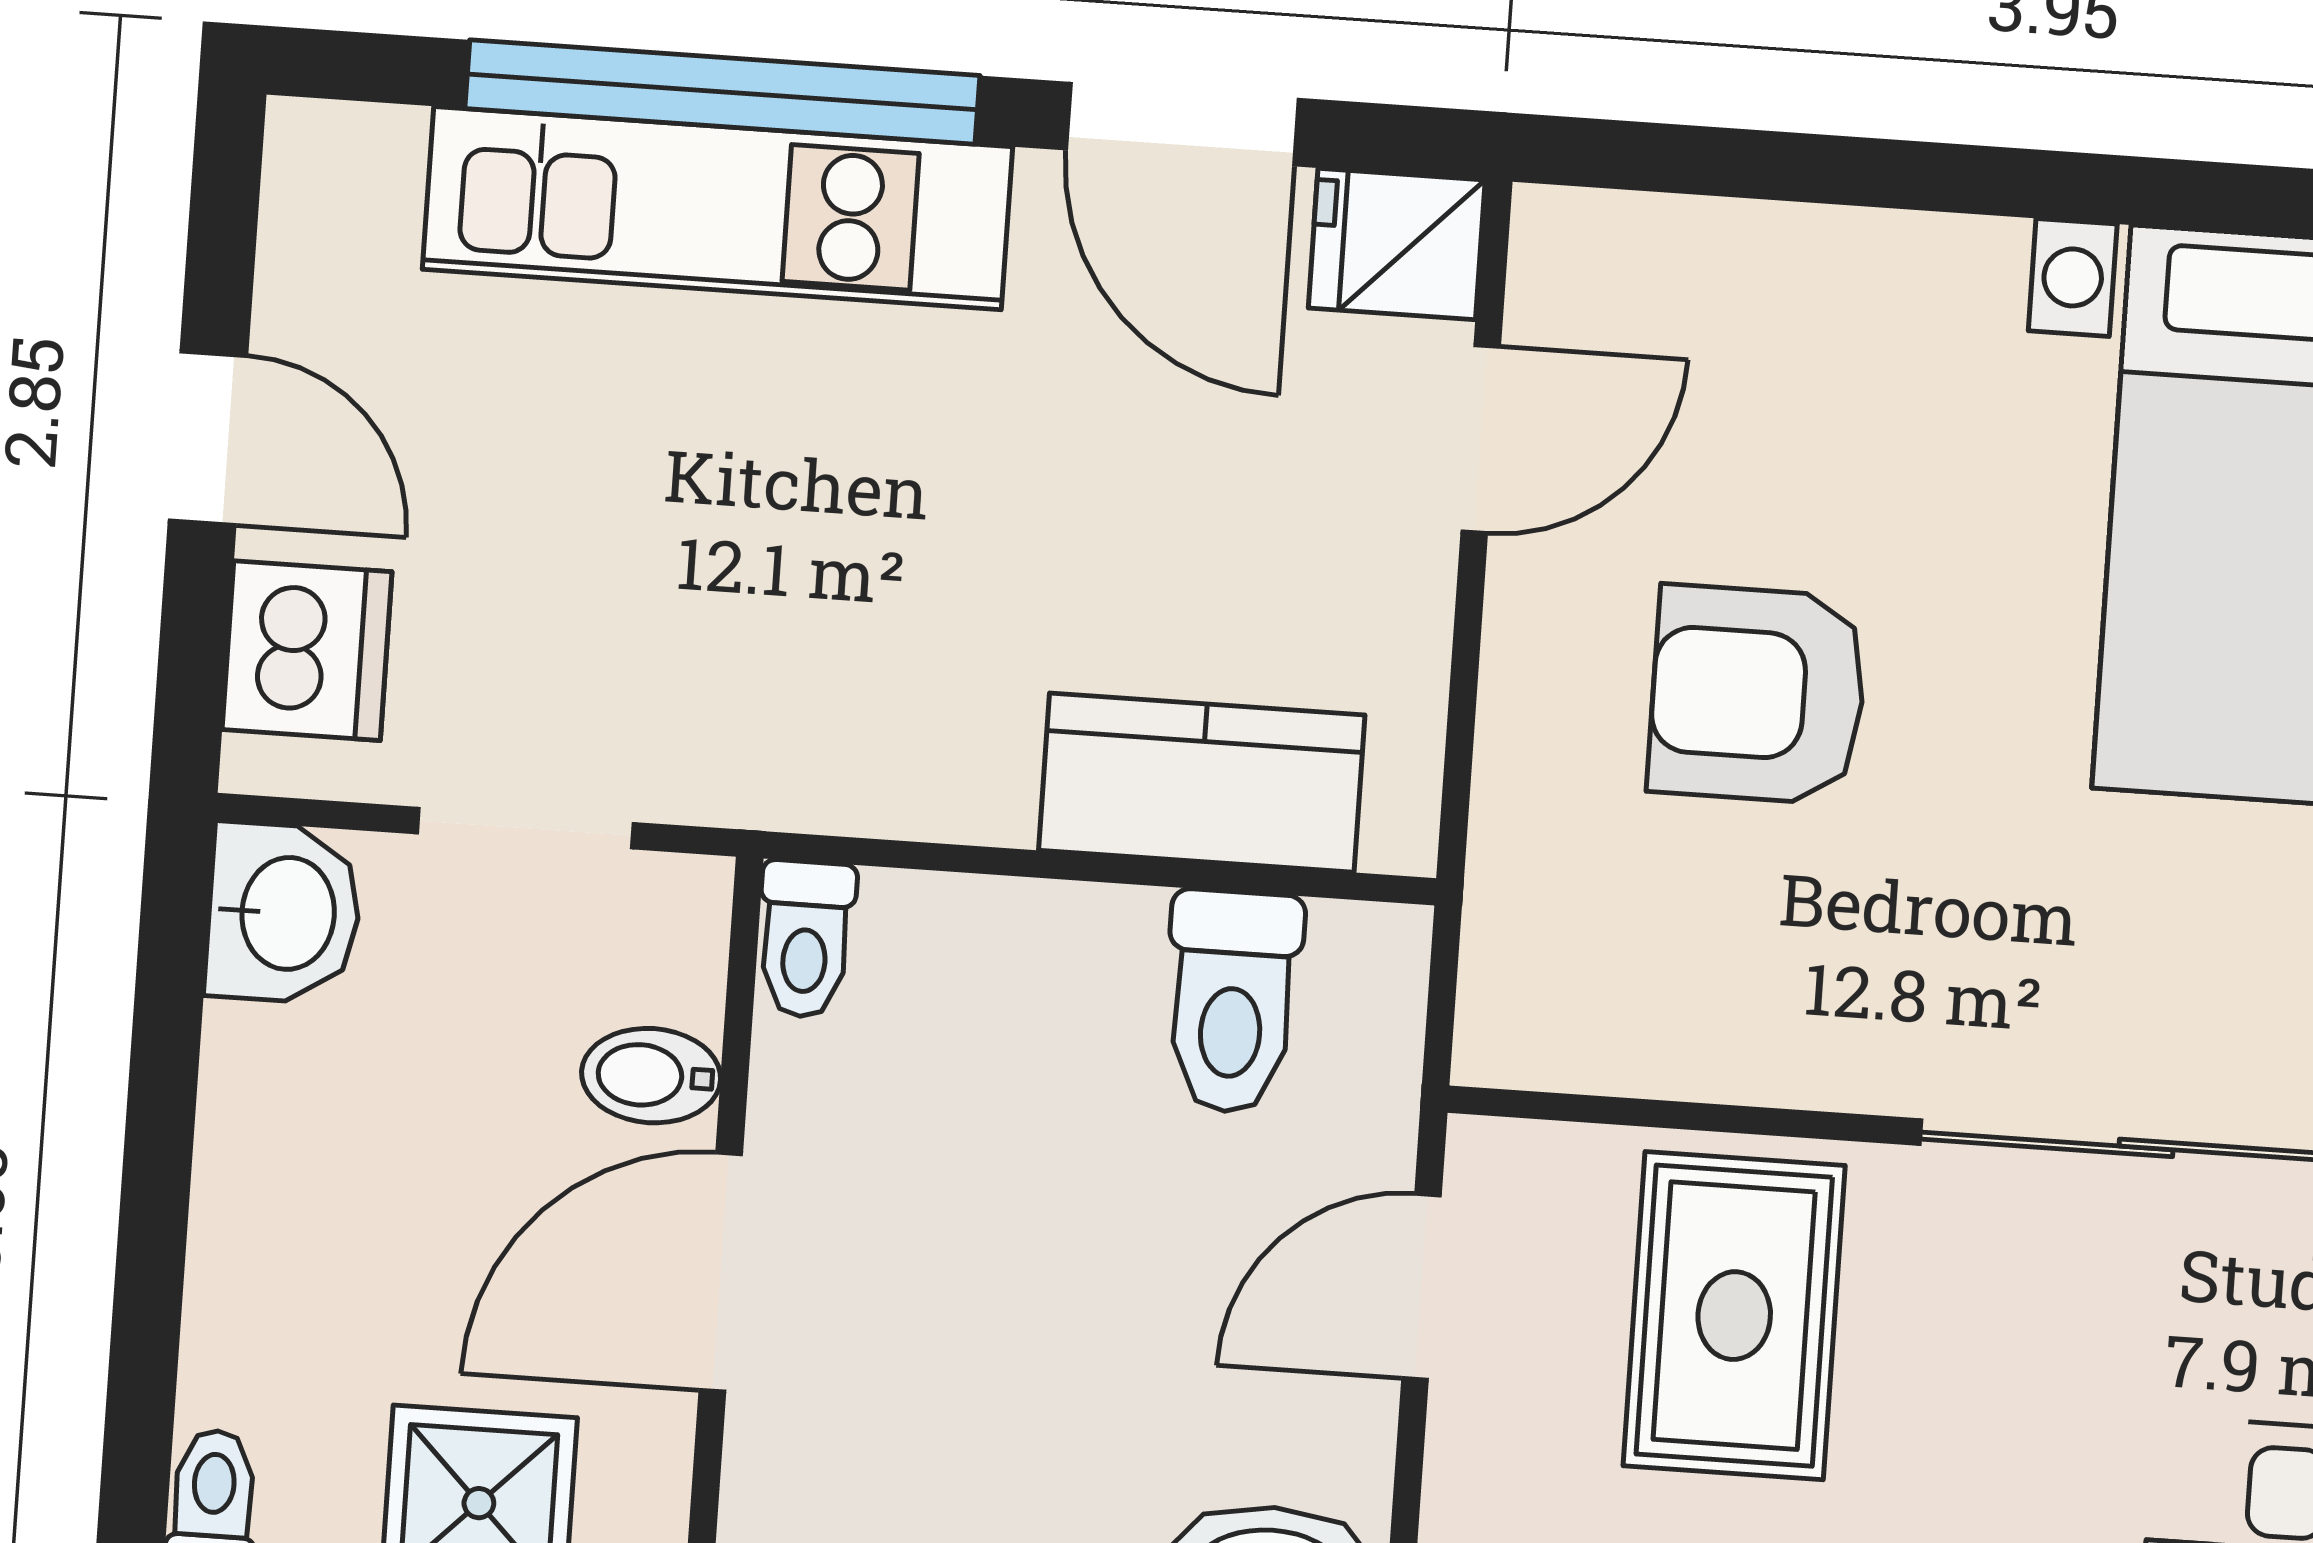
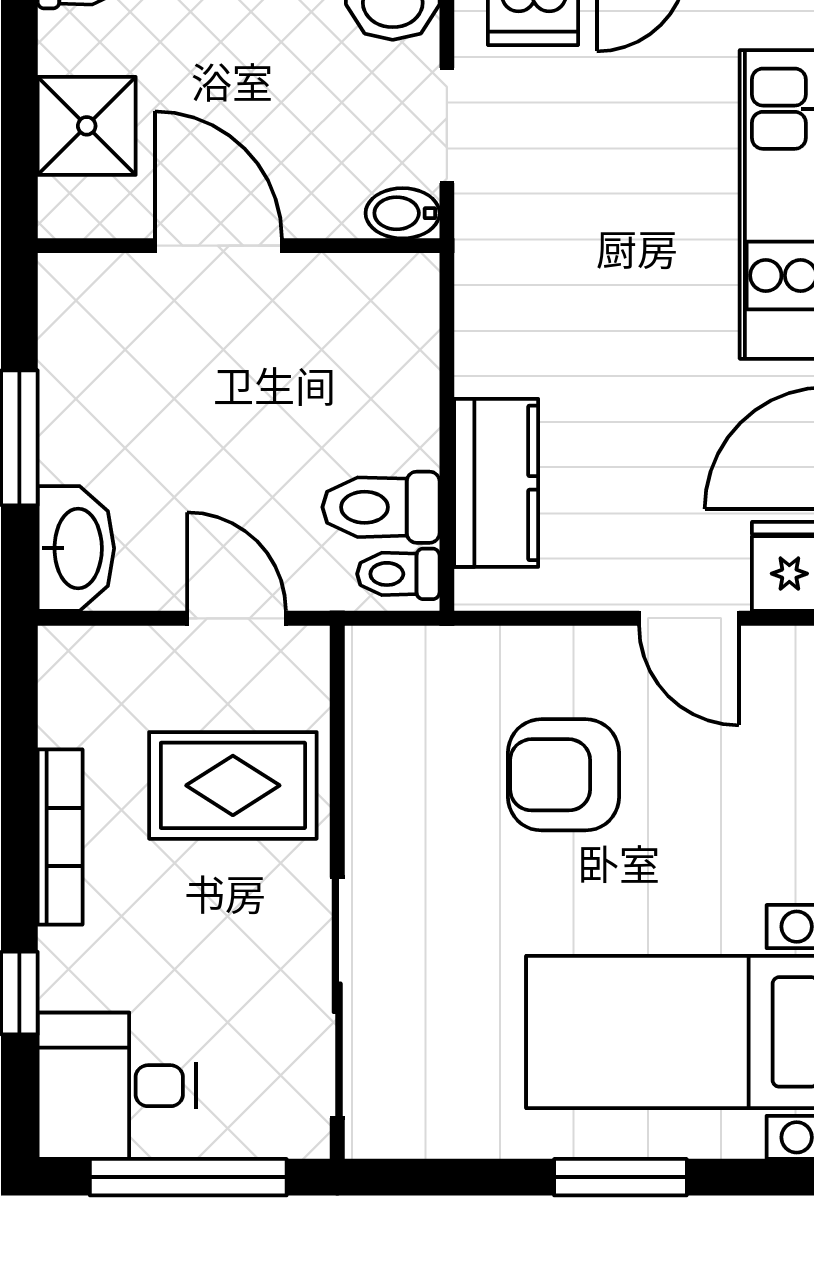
armchair: (1758, 695) -> (564, 775), turned -90
toilet: (805, 939) -> (398, 574), moved
bidet: (651, 1076) -> (403, 213), moved, turned -90

